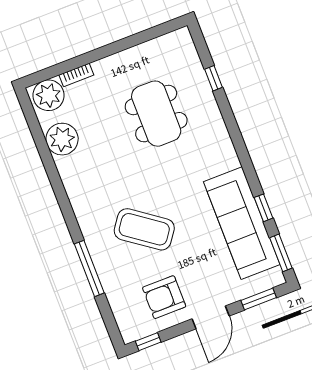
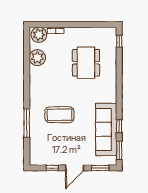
window: (214, 78) -> (119, 41), moved
coffee table: (144, 229) -> (60, 115), turned -36
armchair: (164, 297) -> (57, 150), removed
window: (148, 342) -> (52, 168), moved

